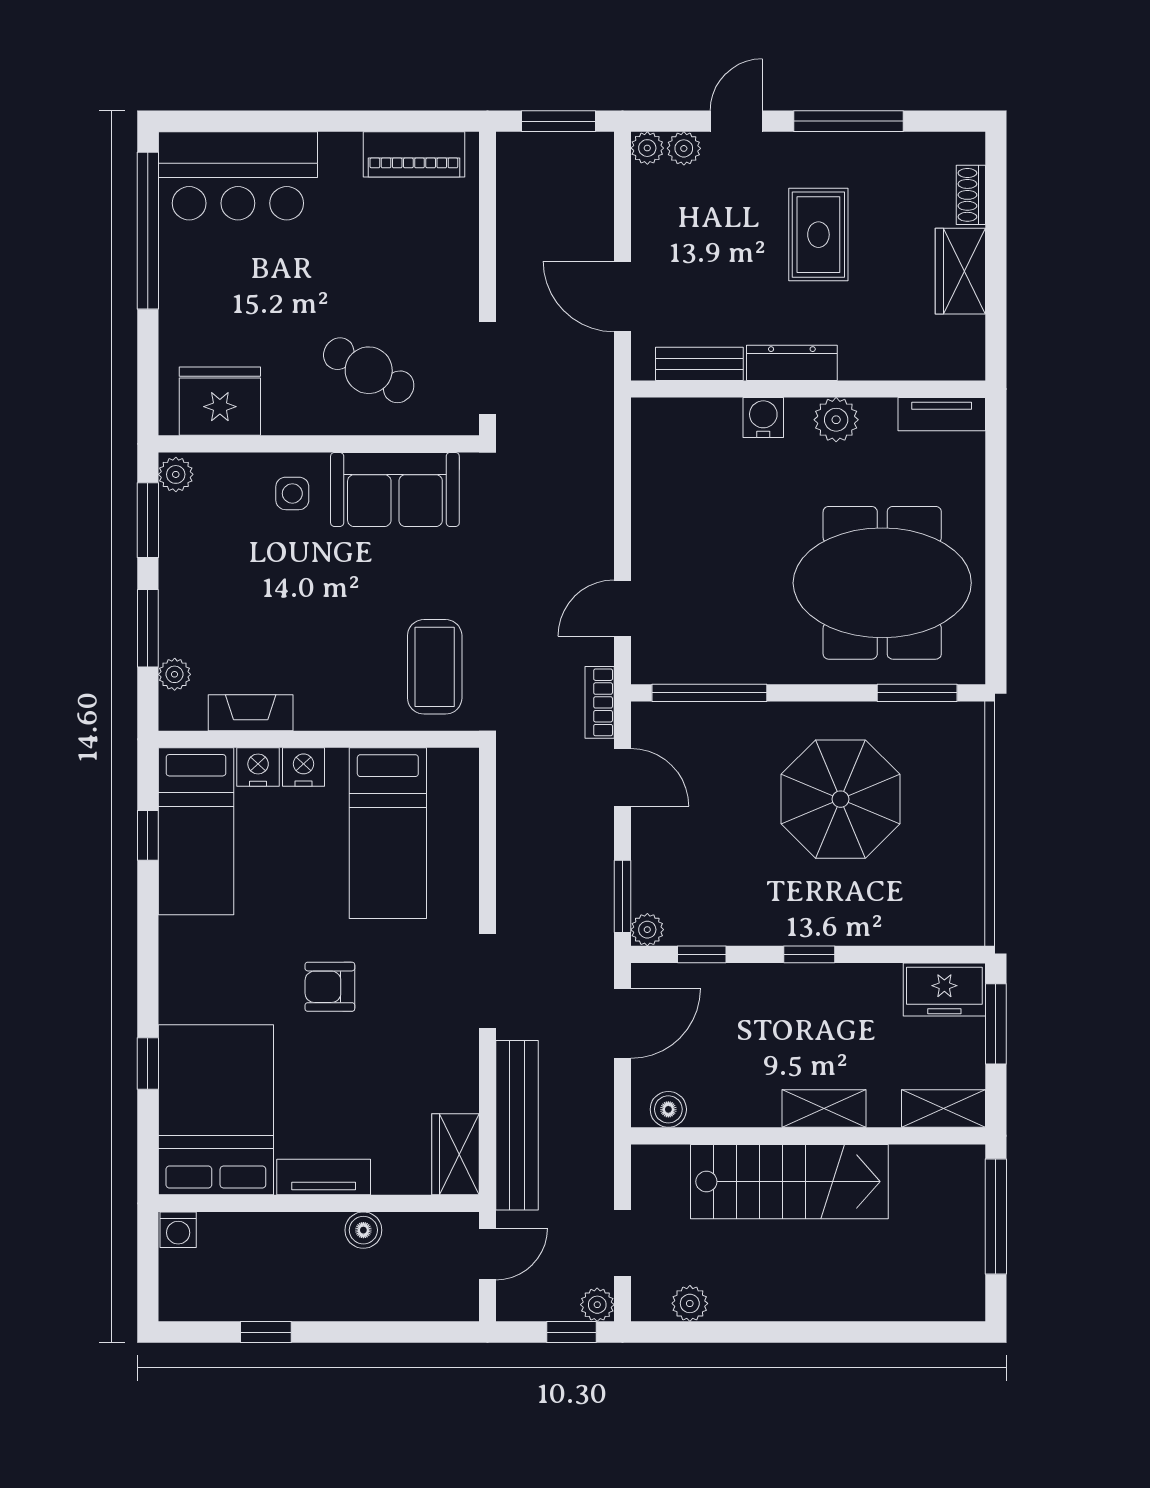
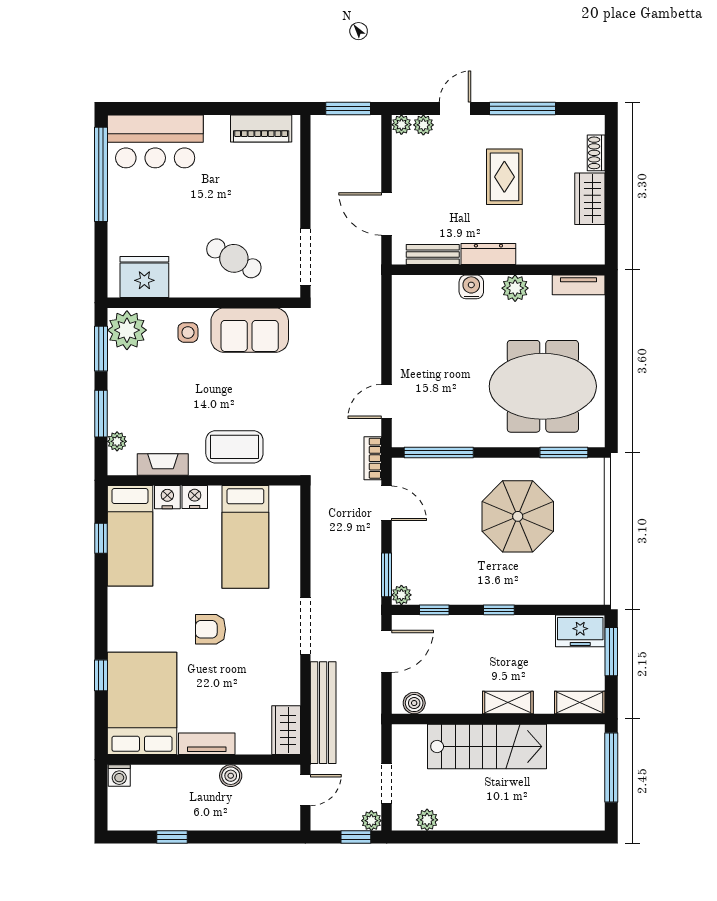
plant: (176, 474) -> (127, 330), width x1.88, depth x1.88
coffee table: (435, 667) -> (234, 447), moved, turned 90

